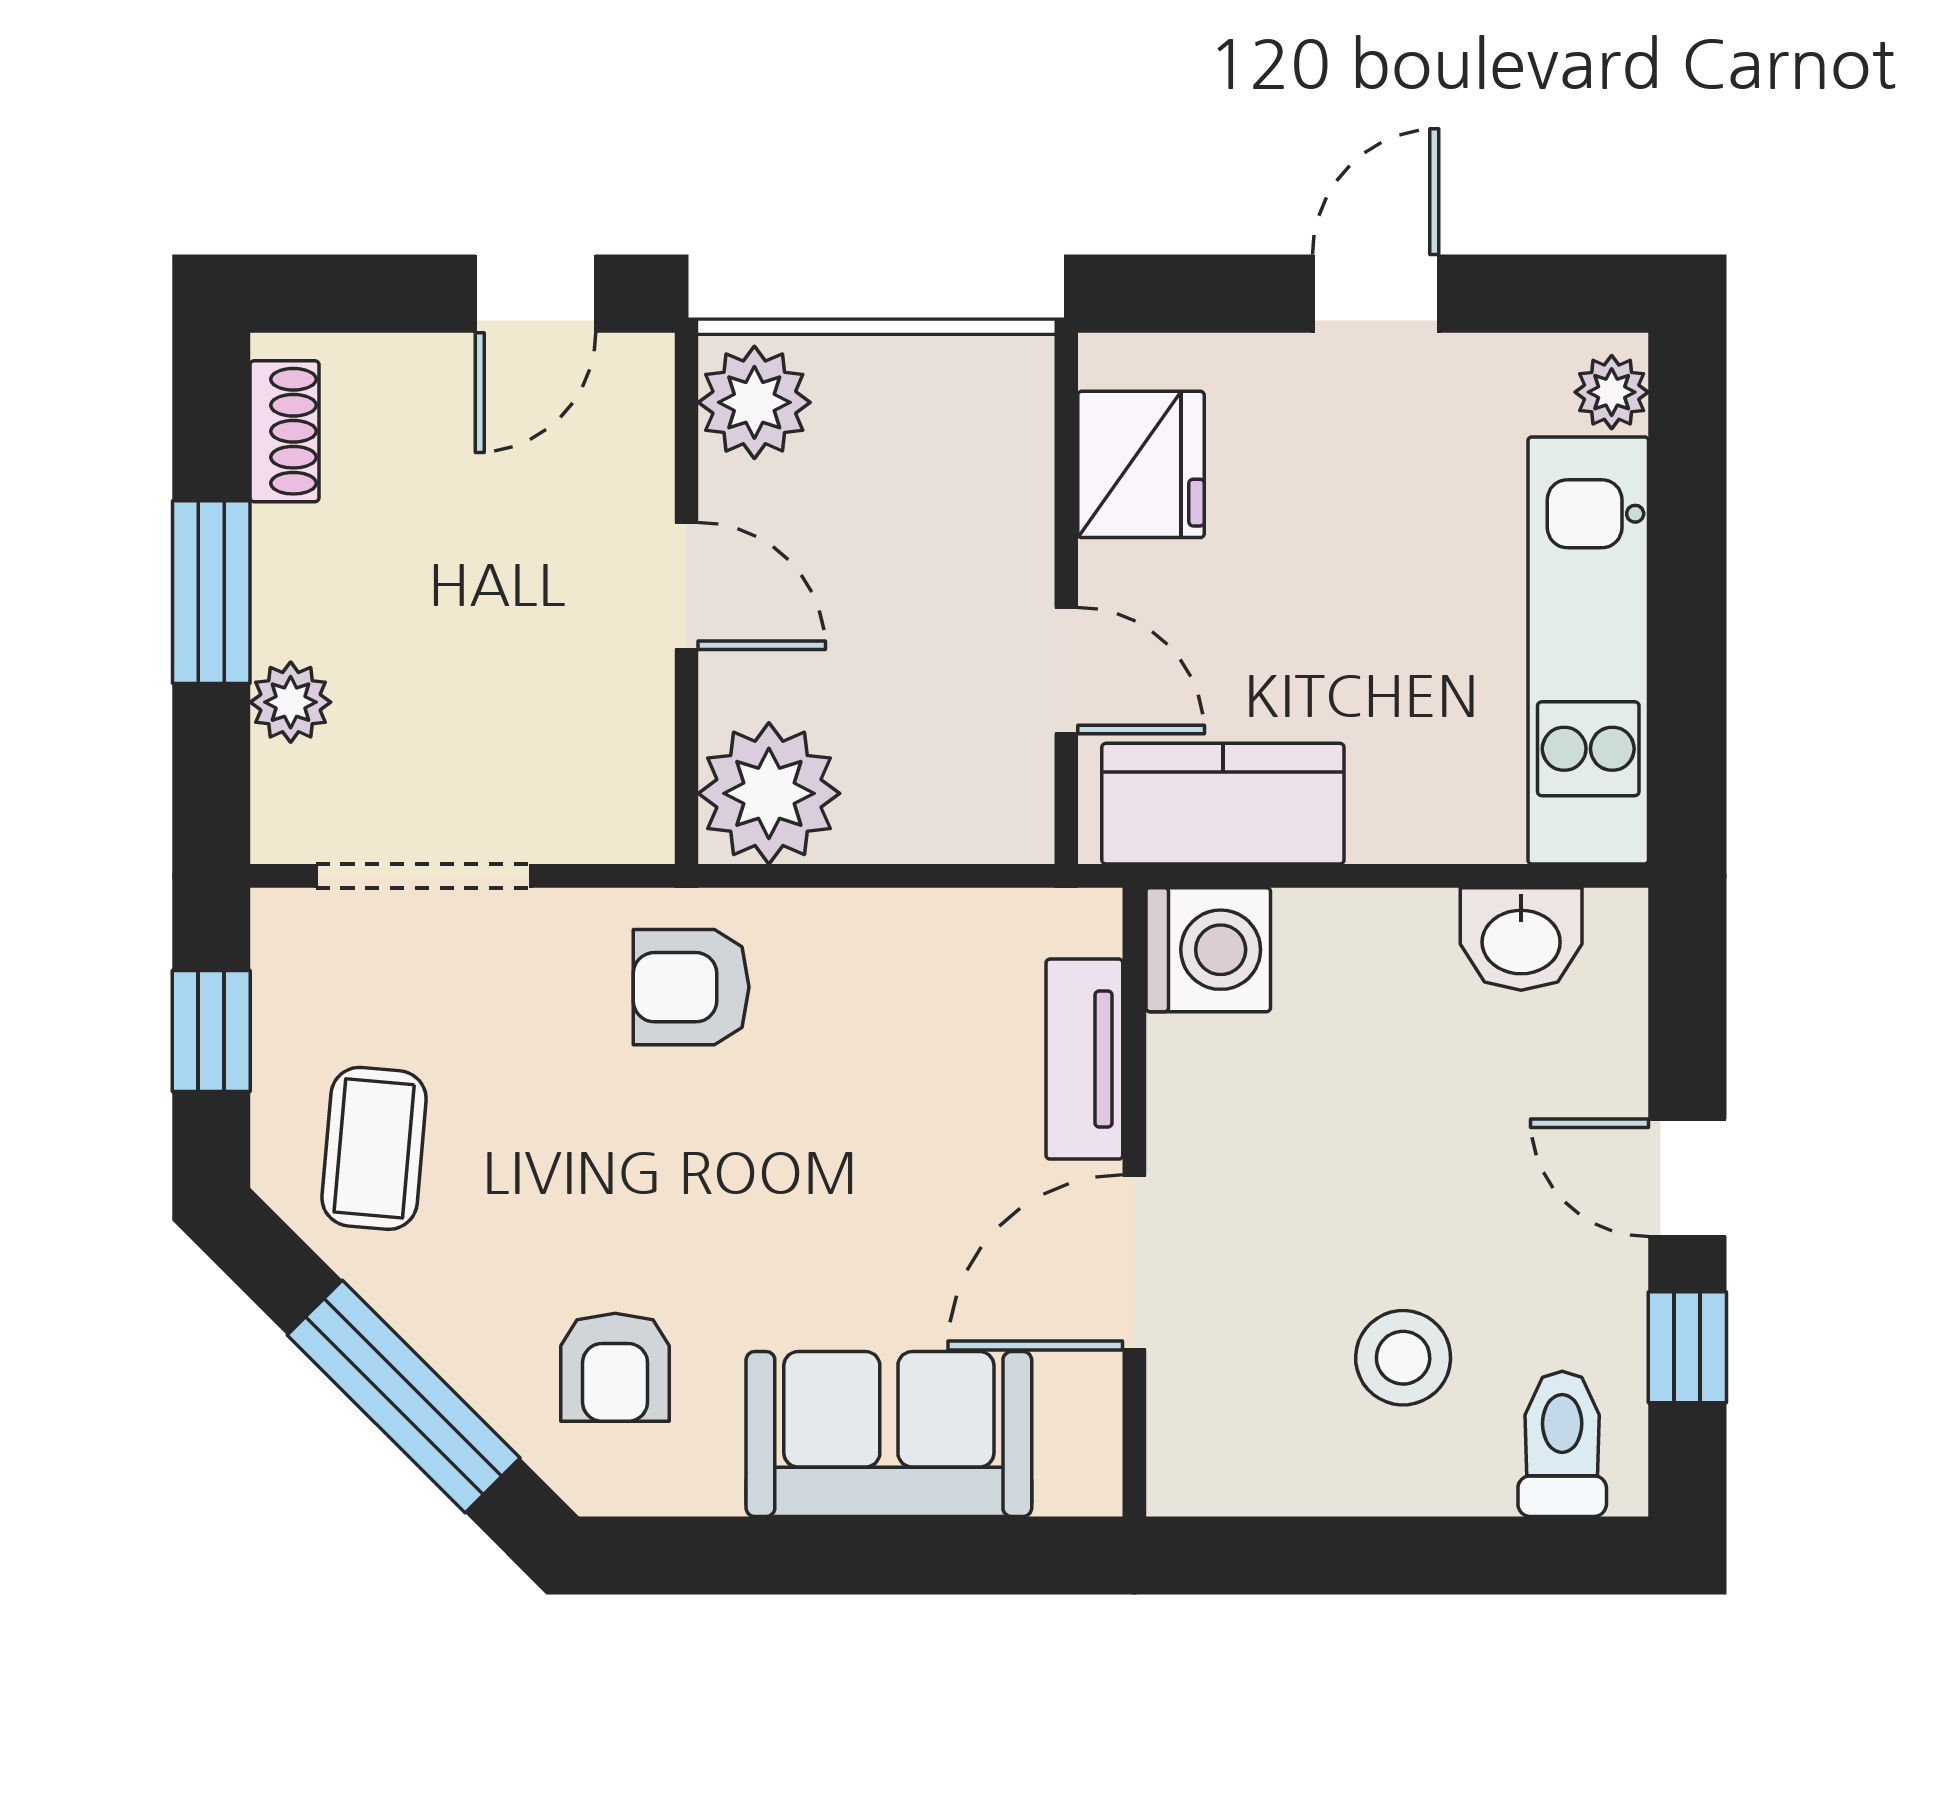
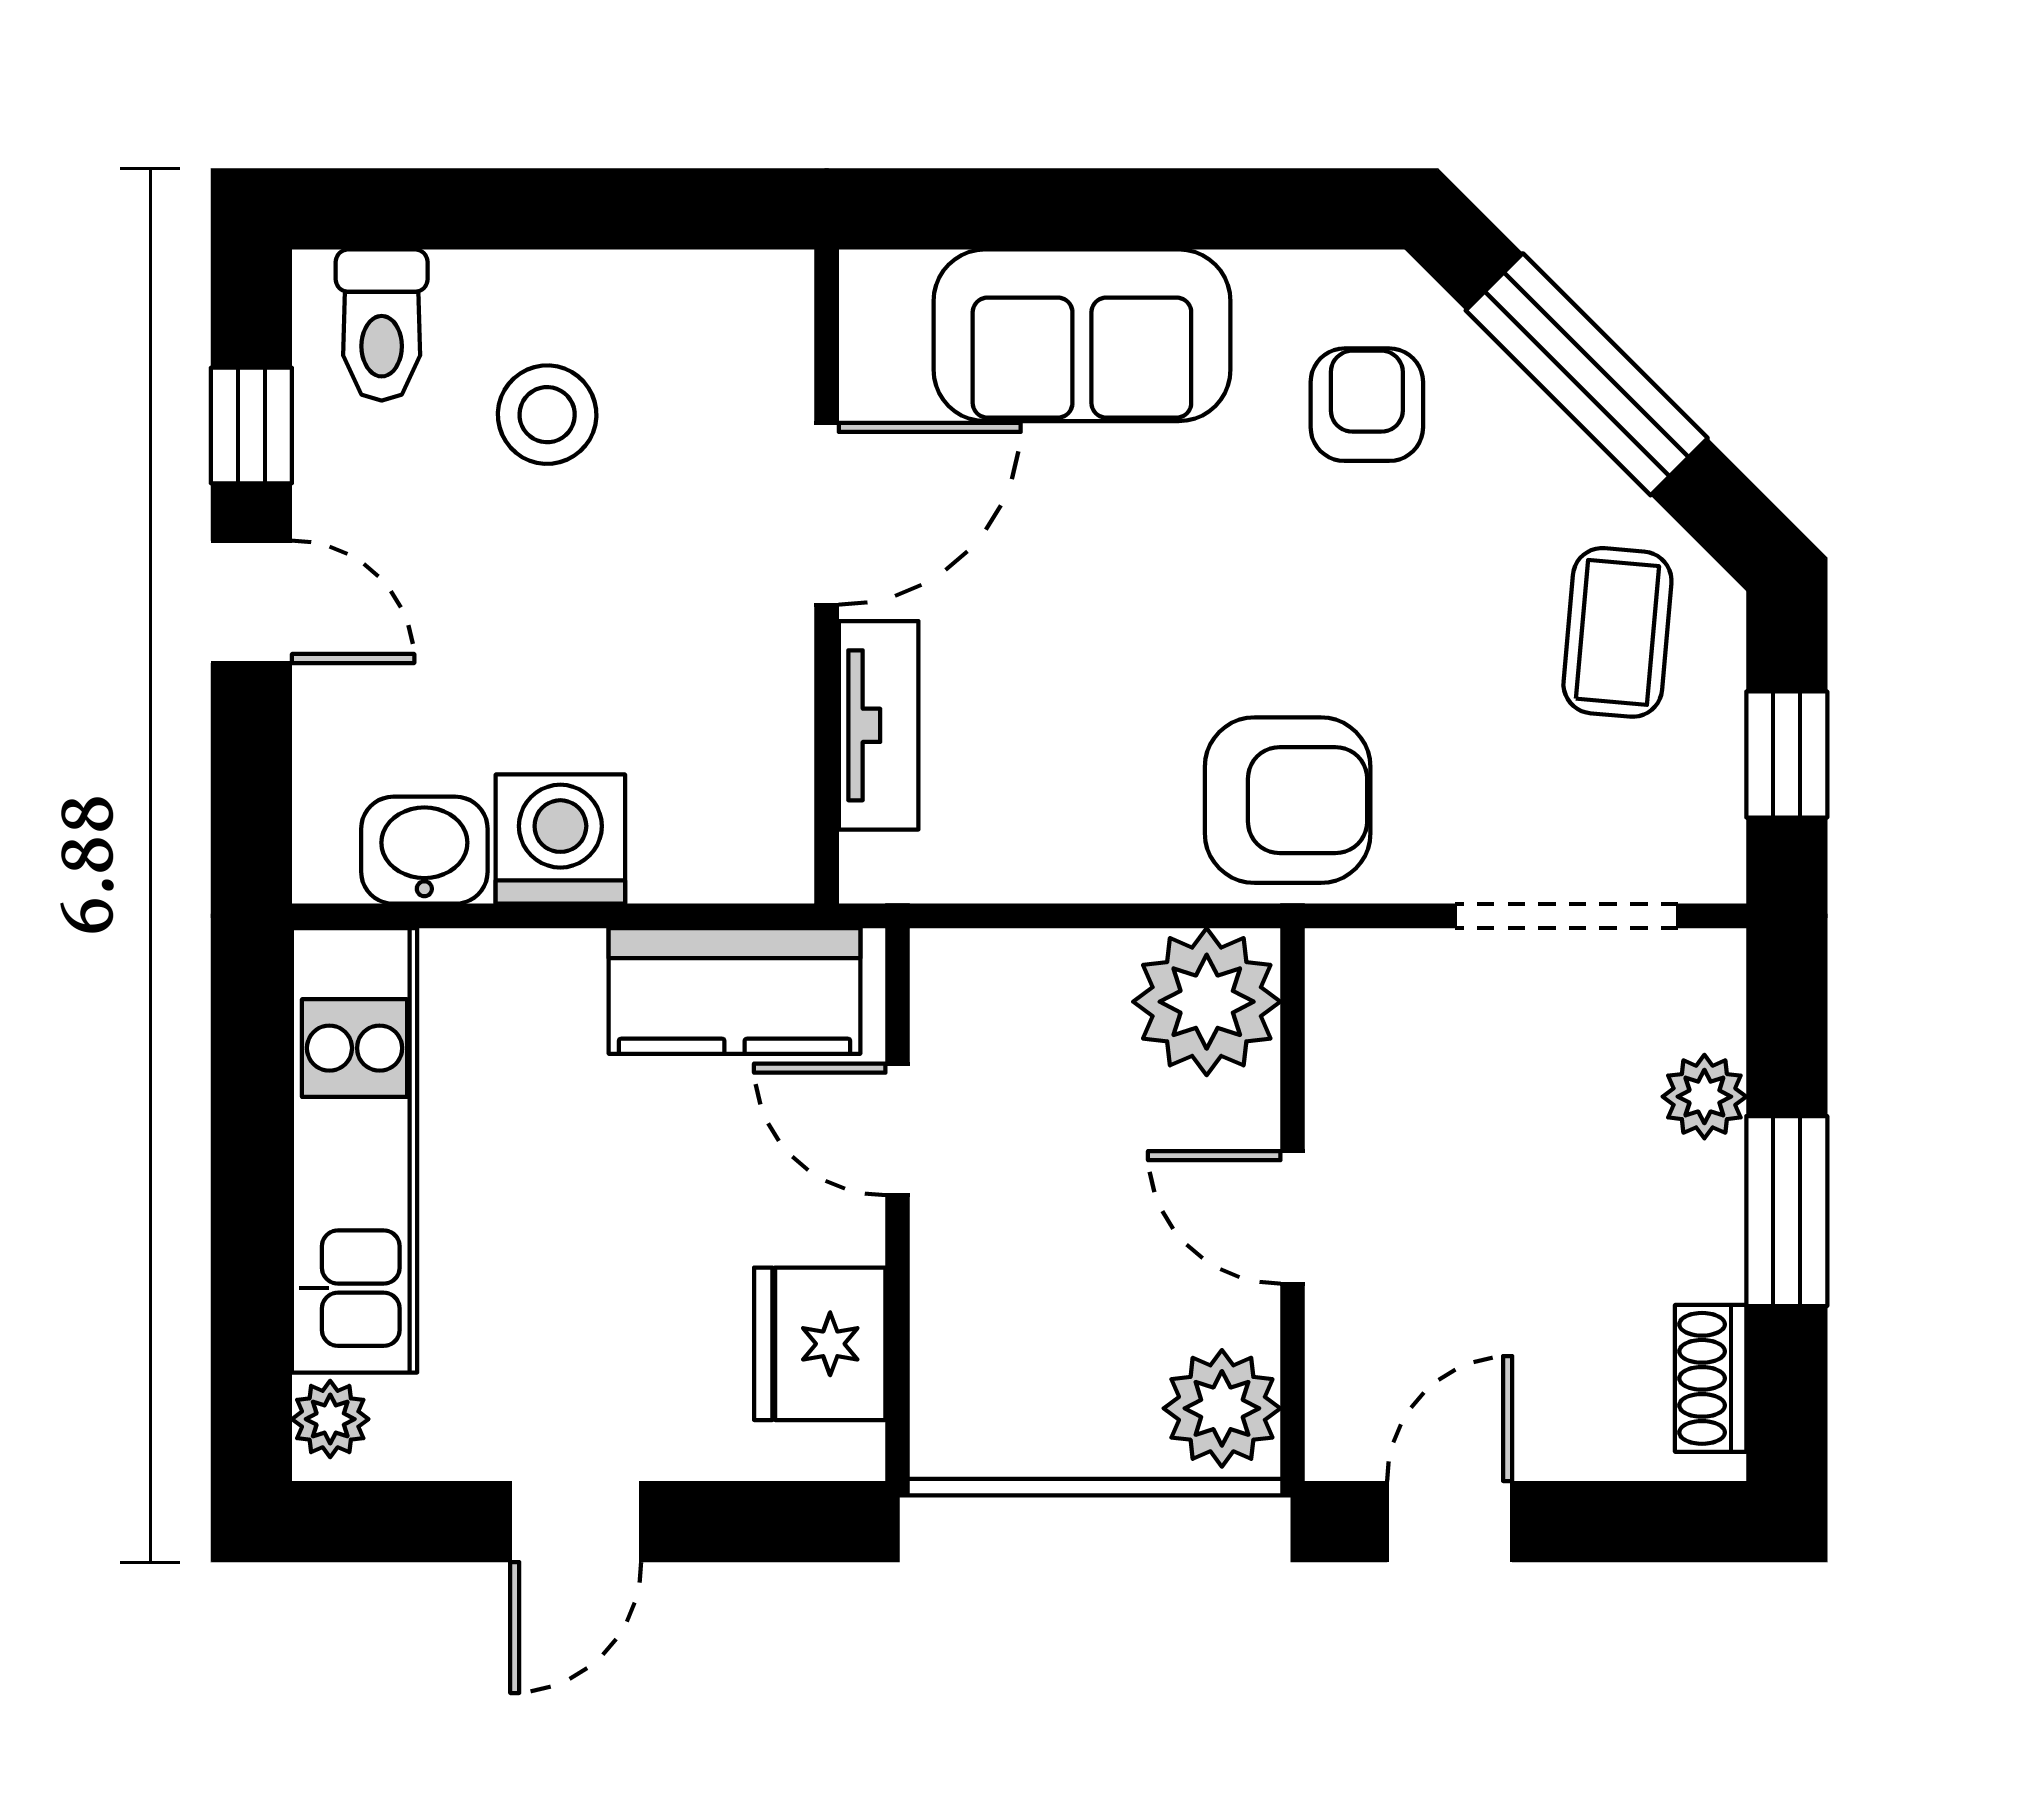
washing machine: (1208, 950) -> (560, 839), moved, turned 90
armchair: (691, 987) -> (1288, 800), width x1.38, depth x1.38

